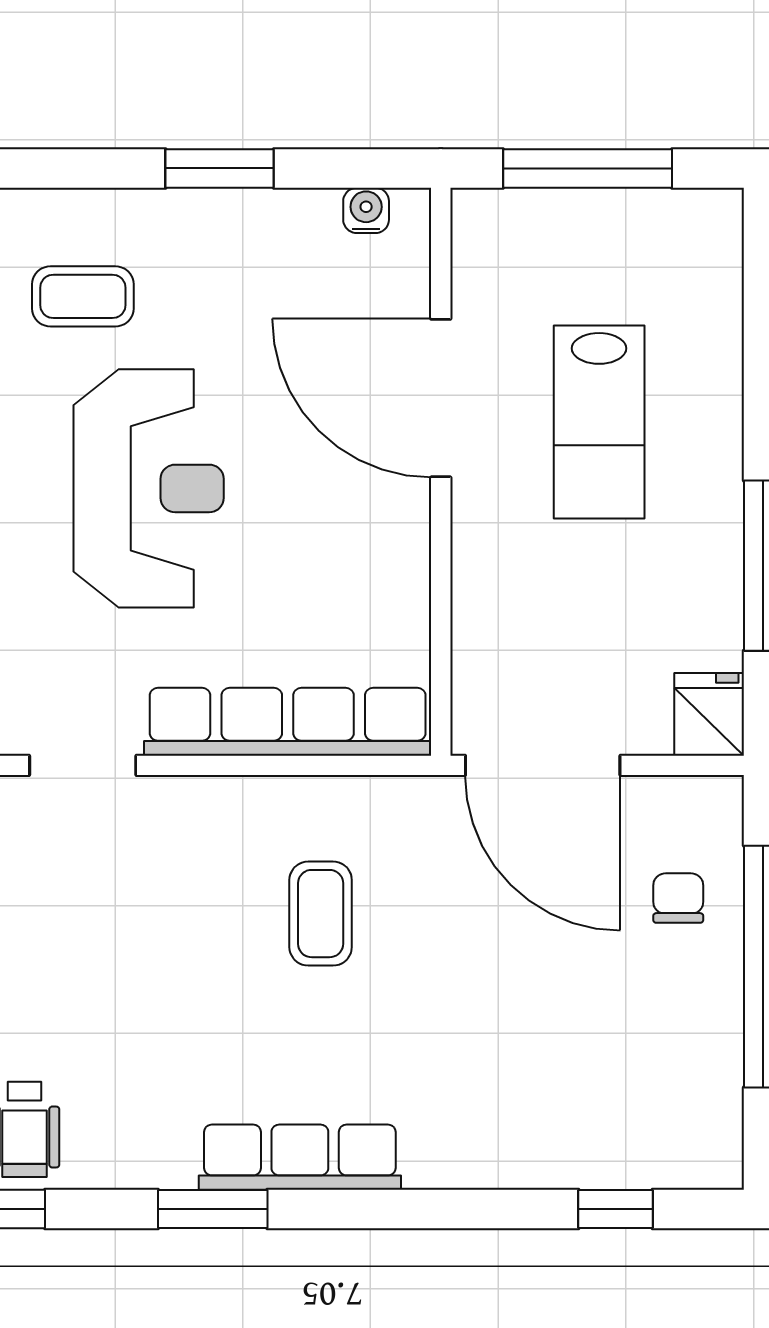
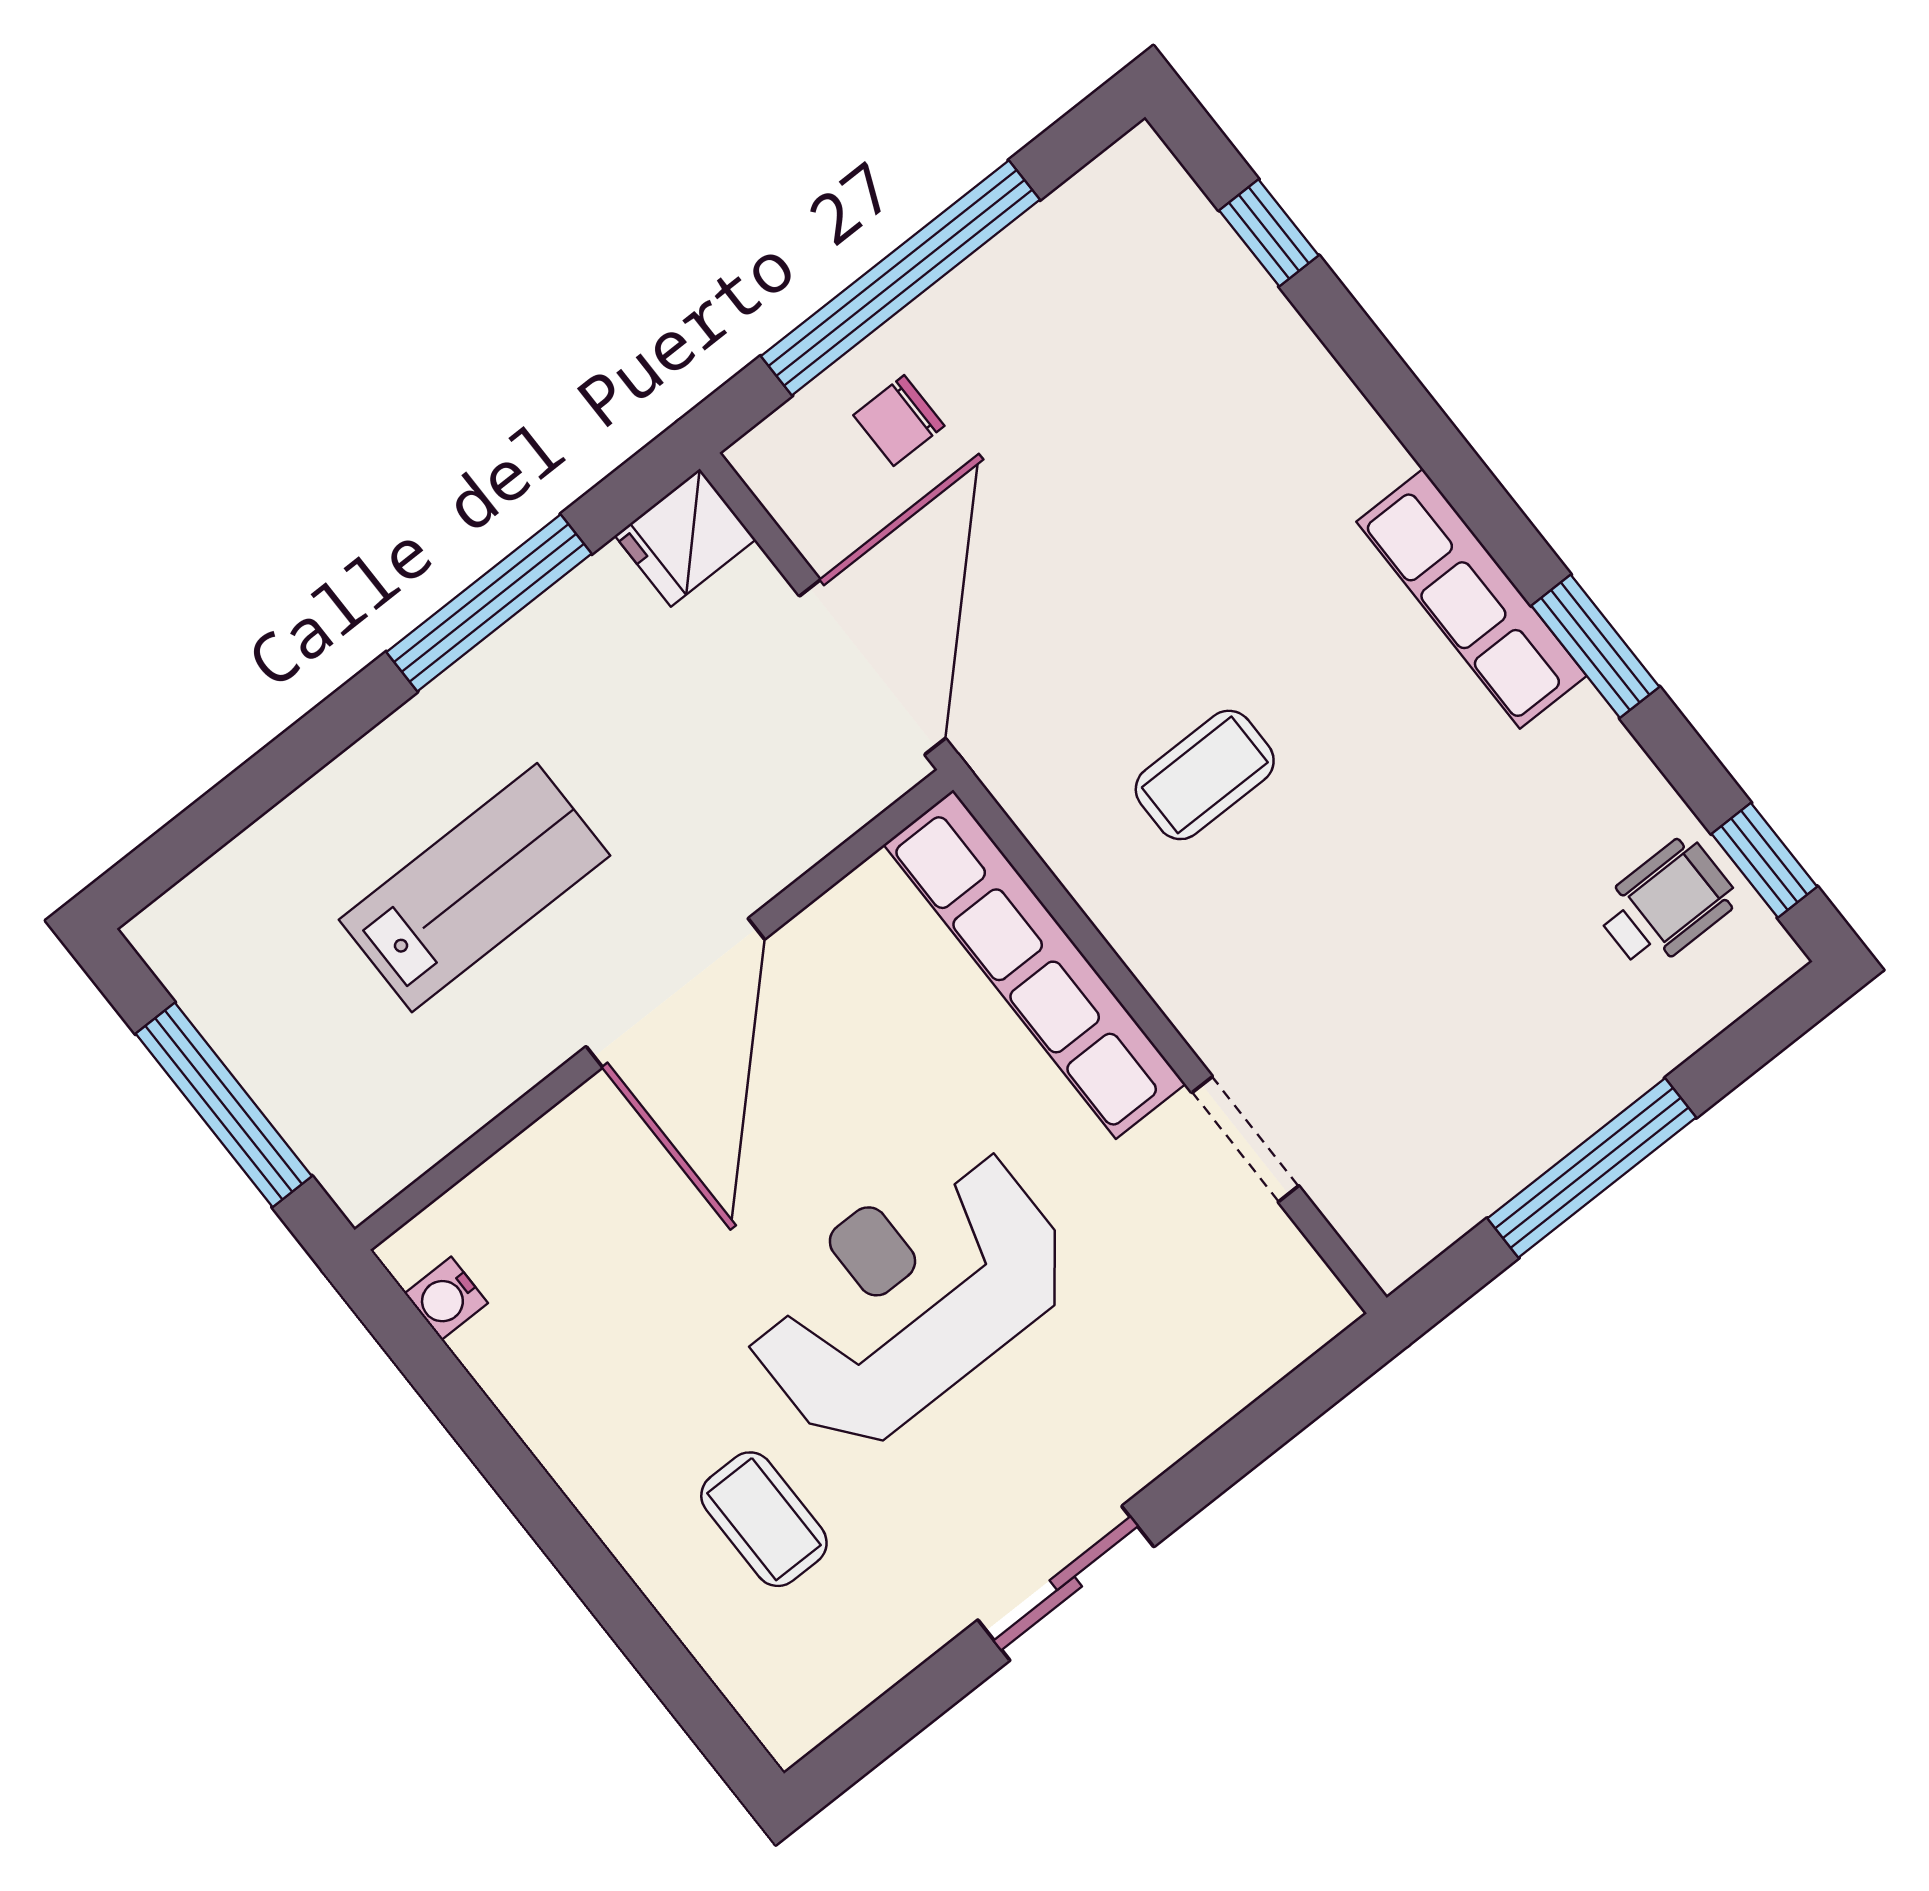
window: (220, 168) -> (522, 1483), removed
door: (441, 398) -> (675, 993), moved

